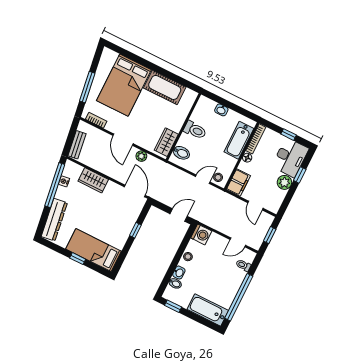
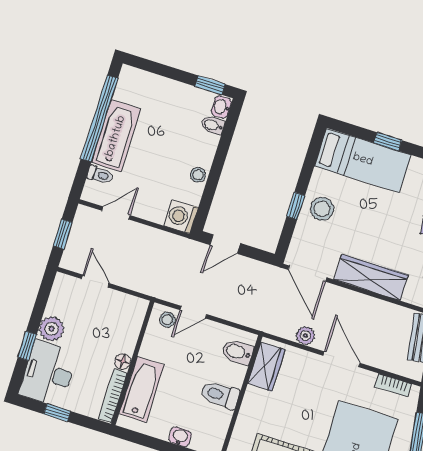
wardrobe: (93, 180) -> (371, 277), width x1.50
filing cabinet: (238, 183) -> (131, 316), removed
stool: (121, 226) -> (322, 209), added
washbasin: (179, 273) -> (221, 107), moved
bathtub: (208, 310) -> (116, 136), moved, turned -90

